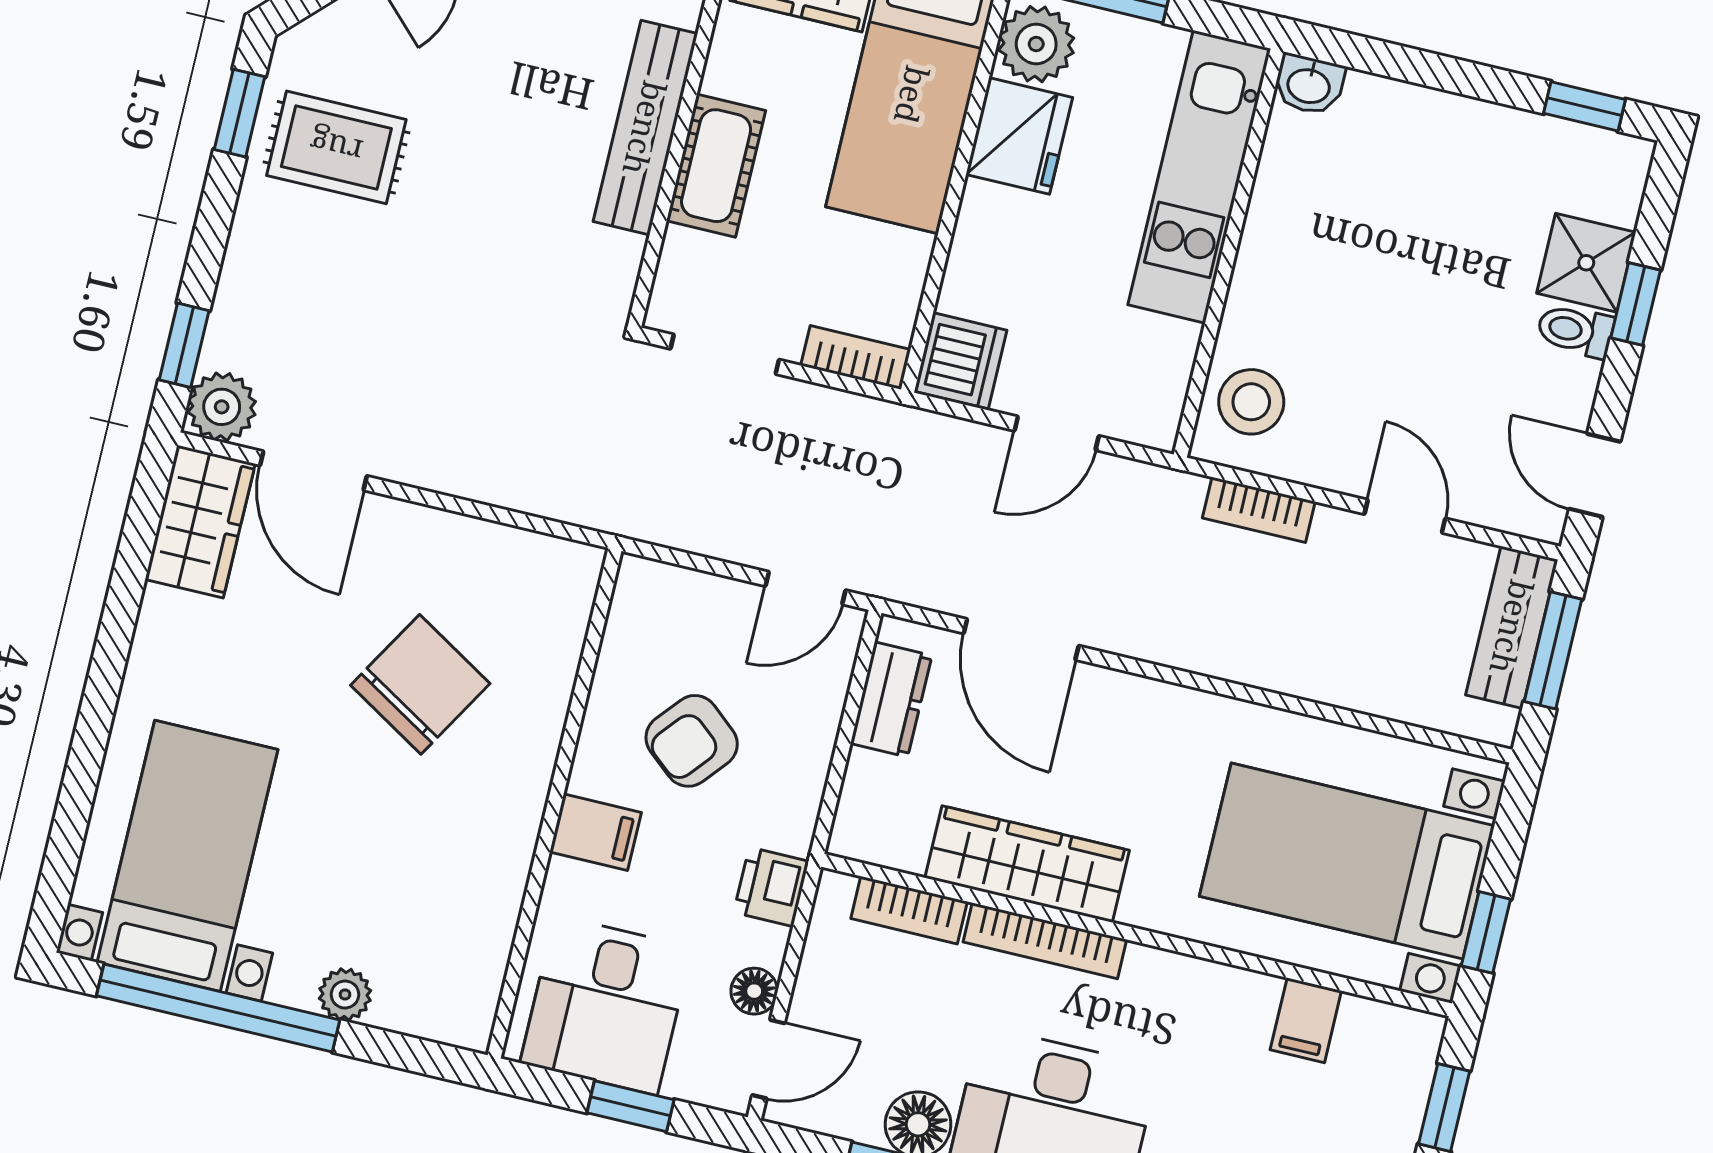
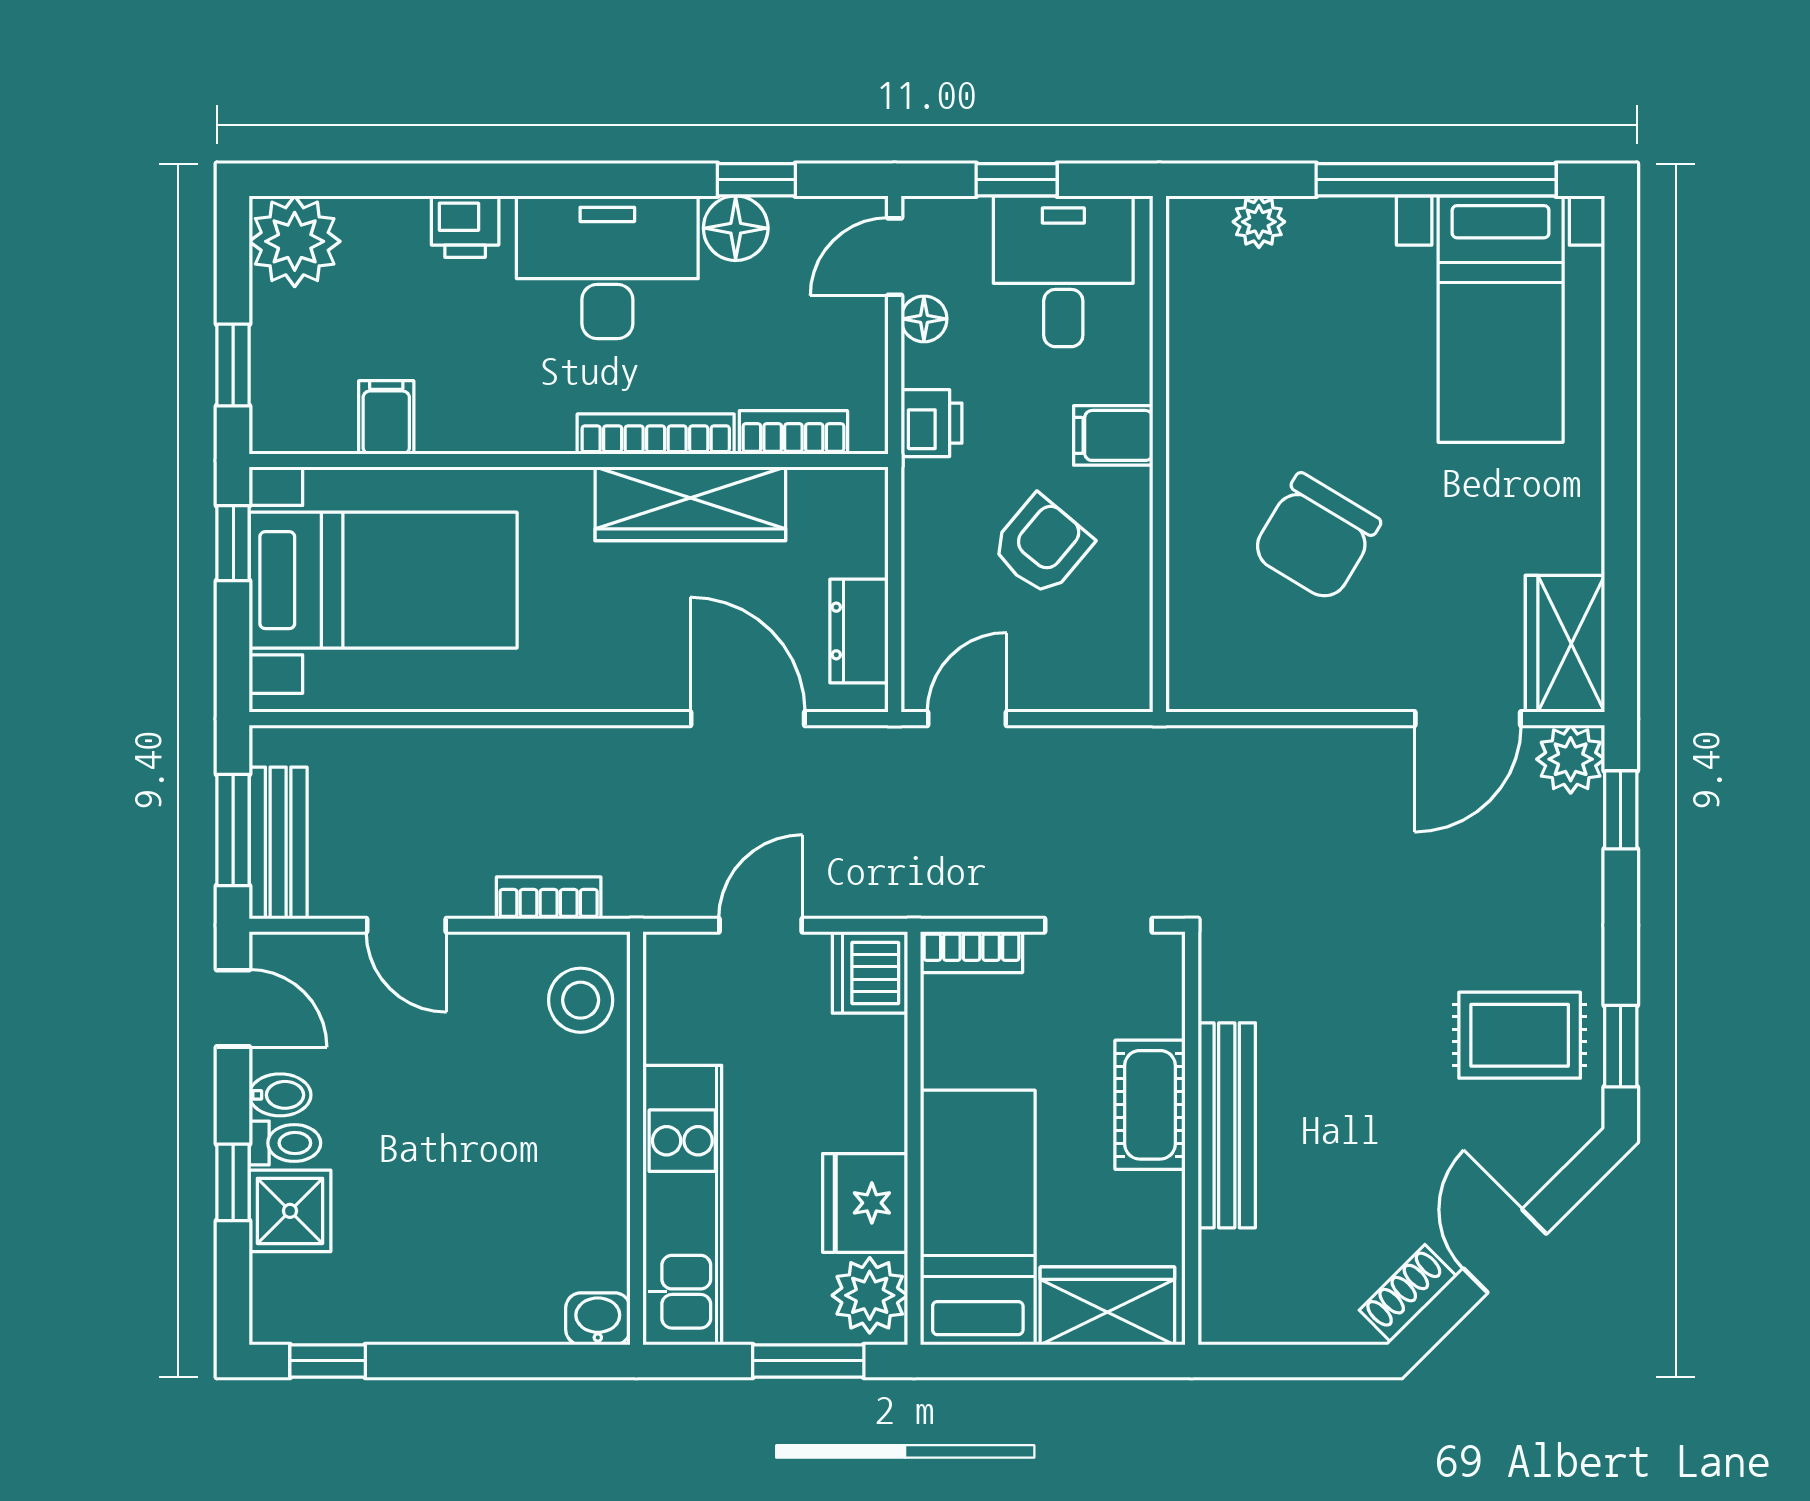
bidet: (1569, 379) -> (280, 1095), added
door: (313, 471) -> (1468, 719), swing flipped
plant: (345, 995) -> (1259, 222), moved

